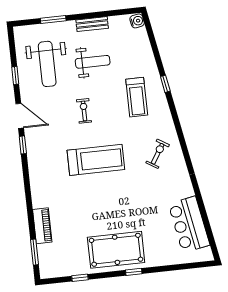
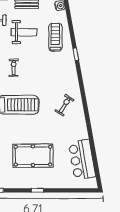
treadmill: (137, 97) -> (55, 37), moved, turned 180
pool table: (116, 250) -> (33, 156), moved

